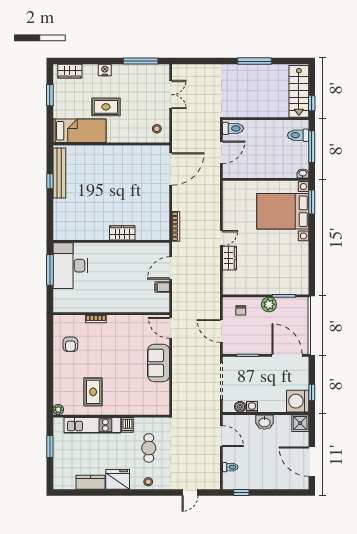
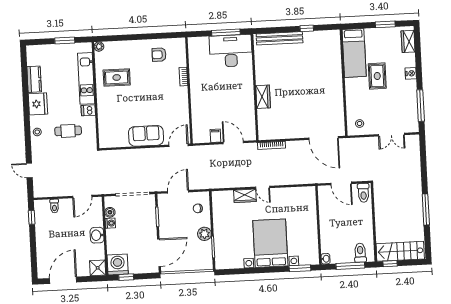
bench: (59, 173) -> (280, 38), moved
bed with nightstands: (283, 211) -> (270, 243), moved

